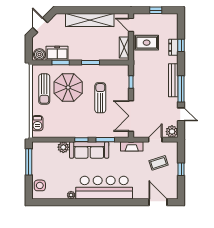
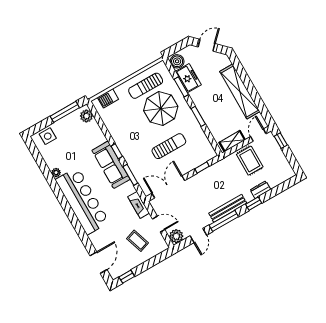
window: (156, 10) -> (281, 141), moved
window: (181, 45) -> (254, 204), moved
plant: (63, 147) -> (86, 116), moved
window: (181, 169) -> (127, 277), moved

